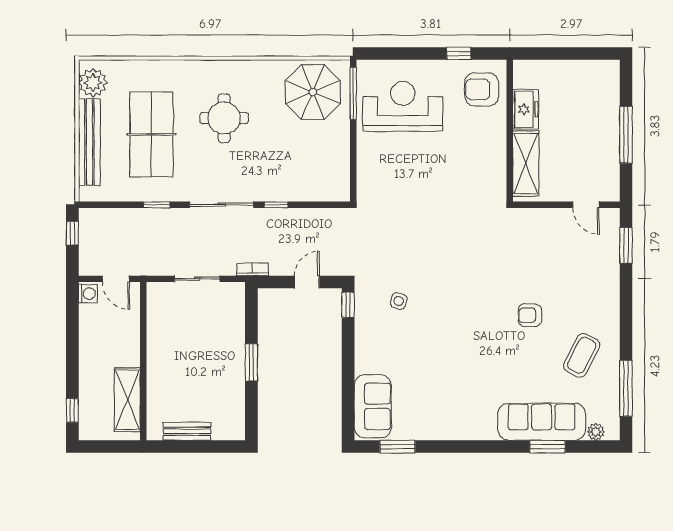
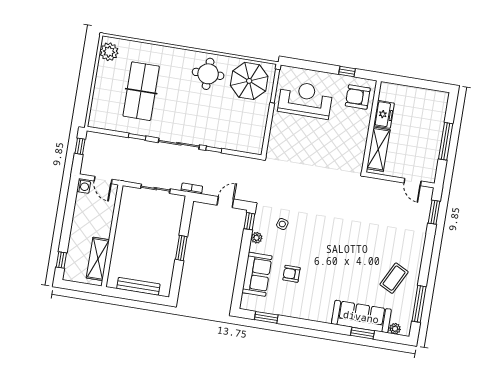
round table: (224, 118) -> (208, 74), moved
bench: (89, 142) -> (100, 90), removed
armchair: (530, 315) -> (292, 274), moved
plant: (363, 328) -> (257, 238), added
sofa: (373, 406) -> (257, 274), moved
bench: (187, 431) -> (138, 286), width x1.36

